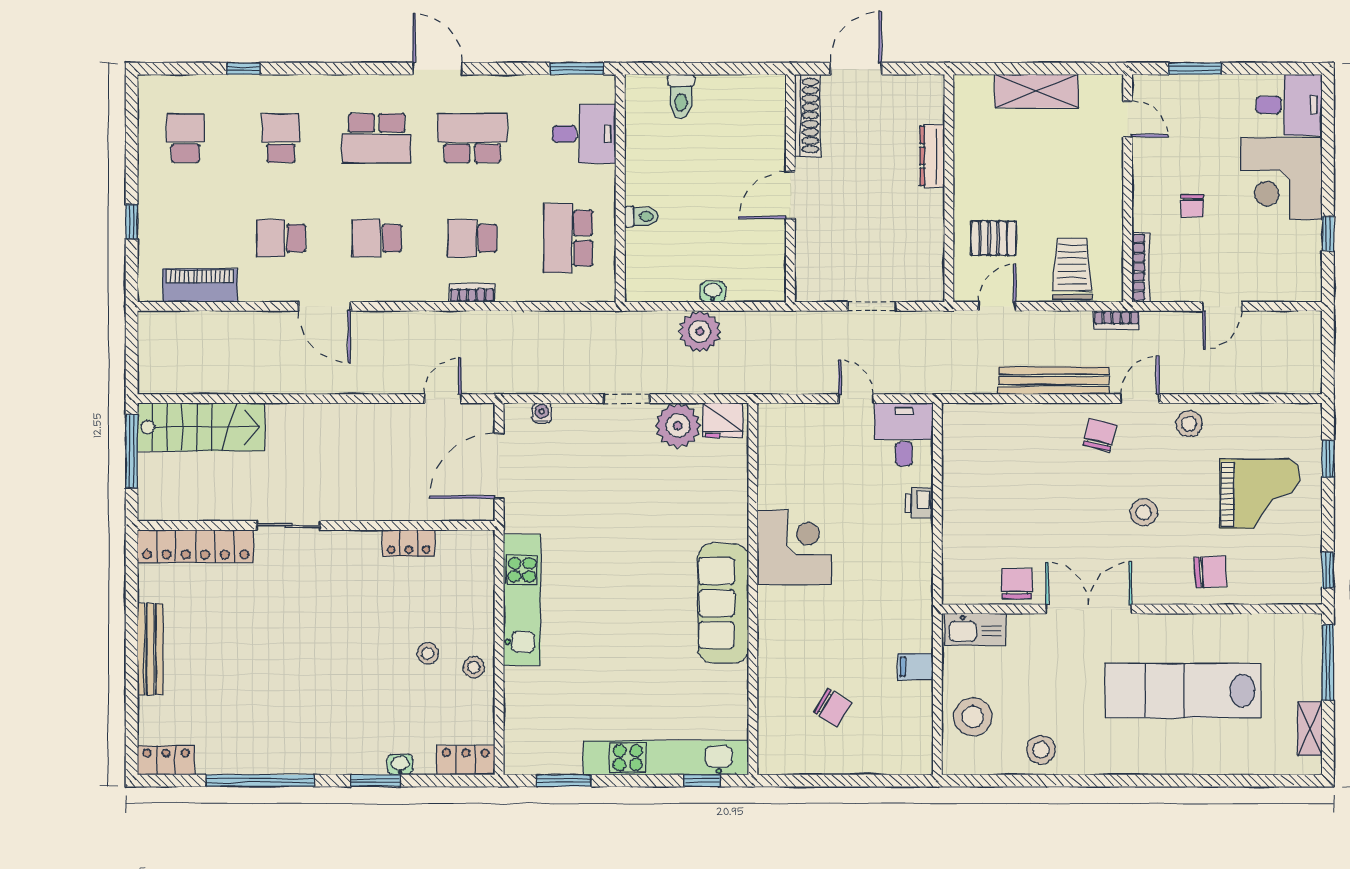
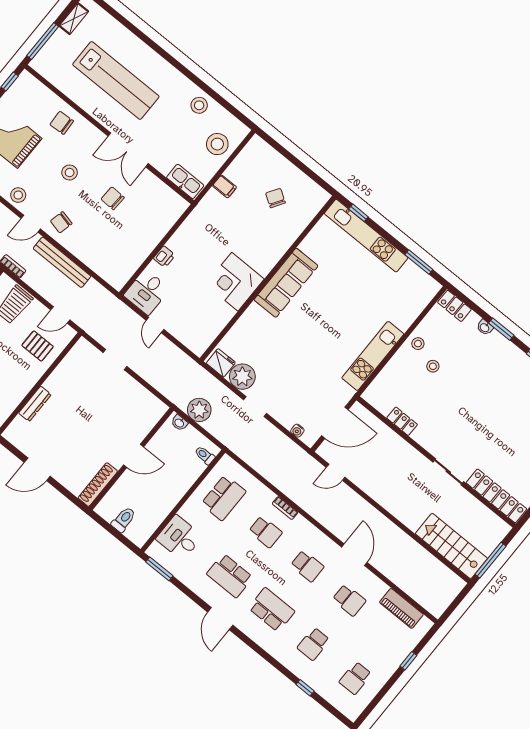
shoe rack: (807, 115) -> (98, 485), moved
wall: (790, 188) -> (131, 459), moved
door: (790, 195) -> (134, 456), moved
toilet: (642, 216) -> (205, 455), moved
chair: (1017, 584) -> (113, 198), moved, turned 92

